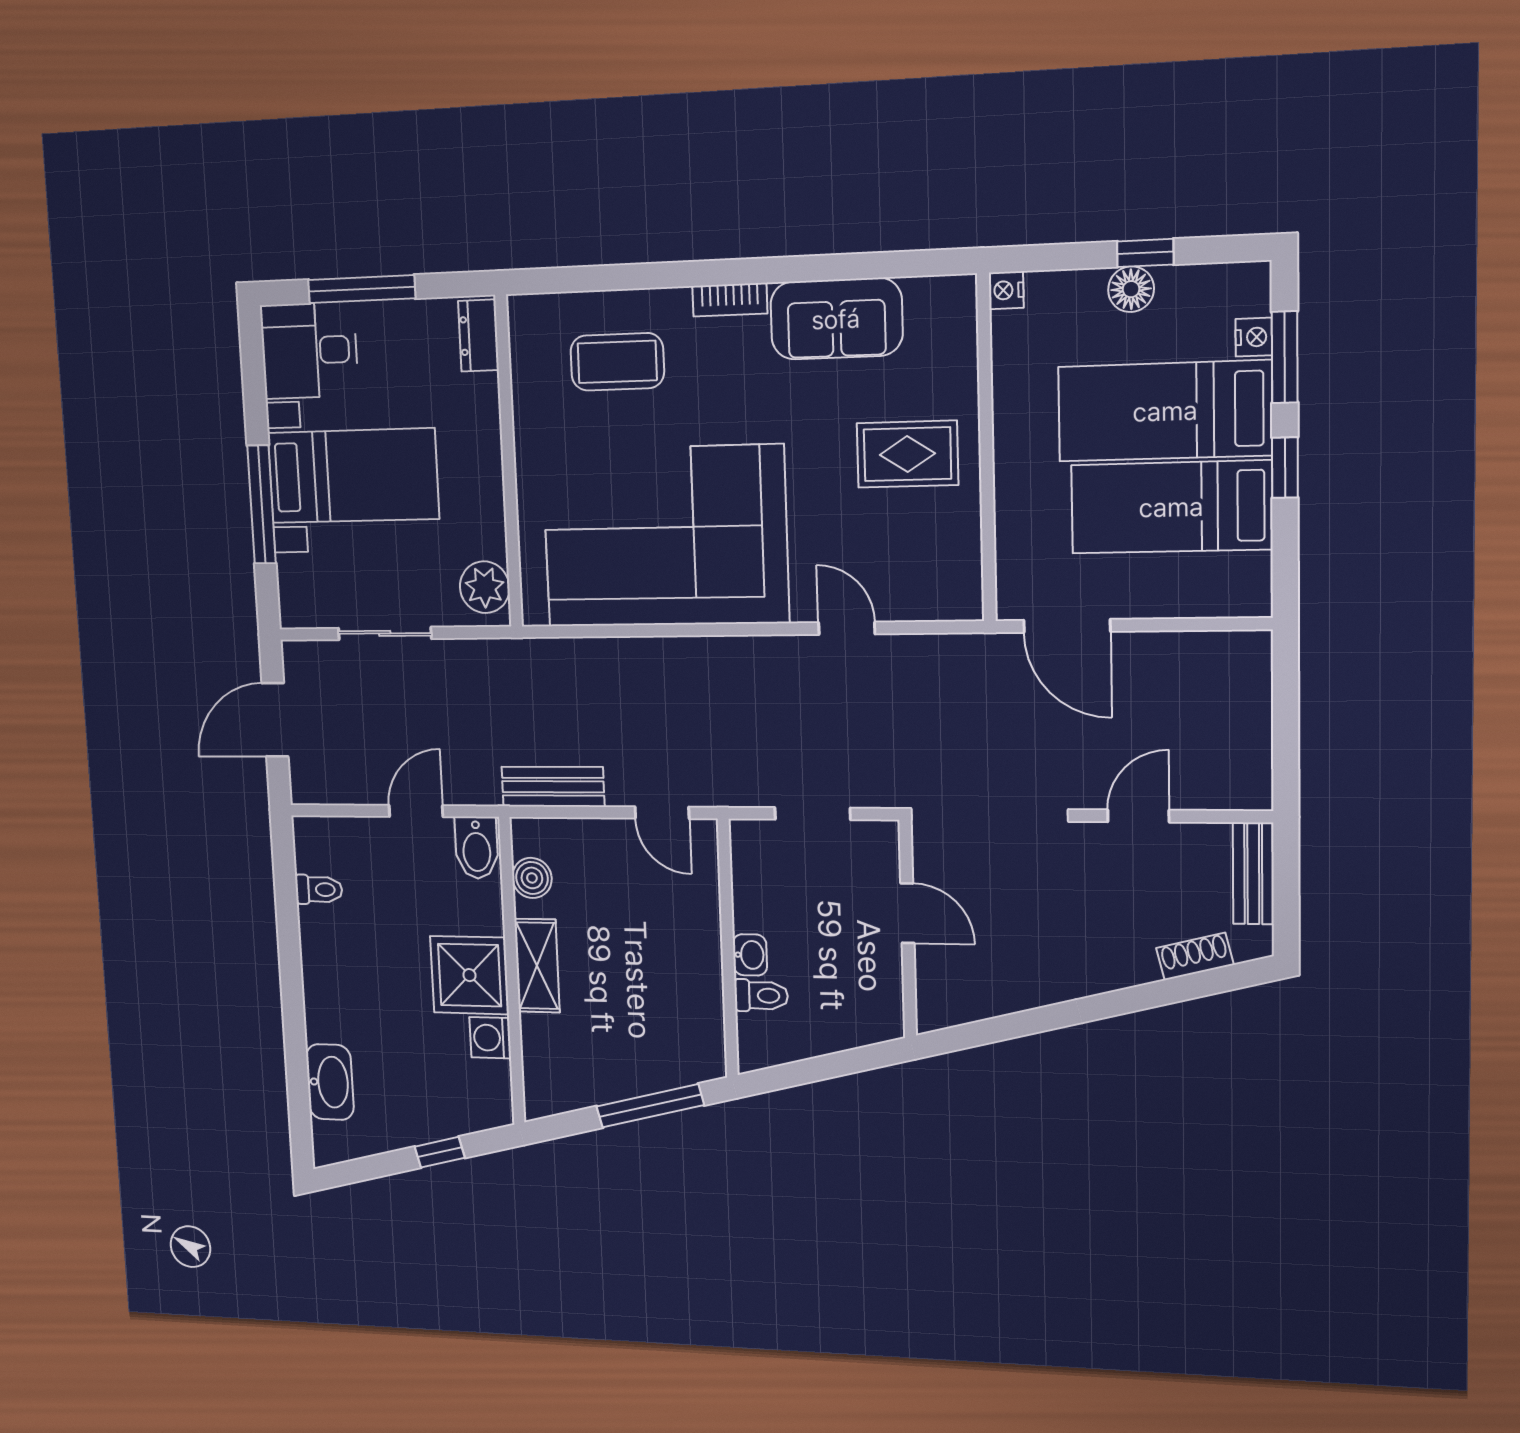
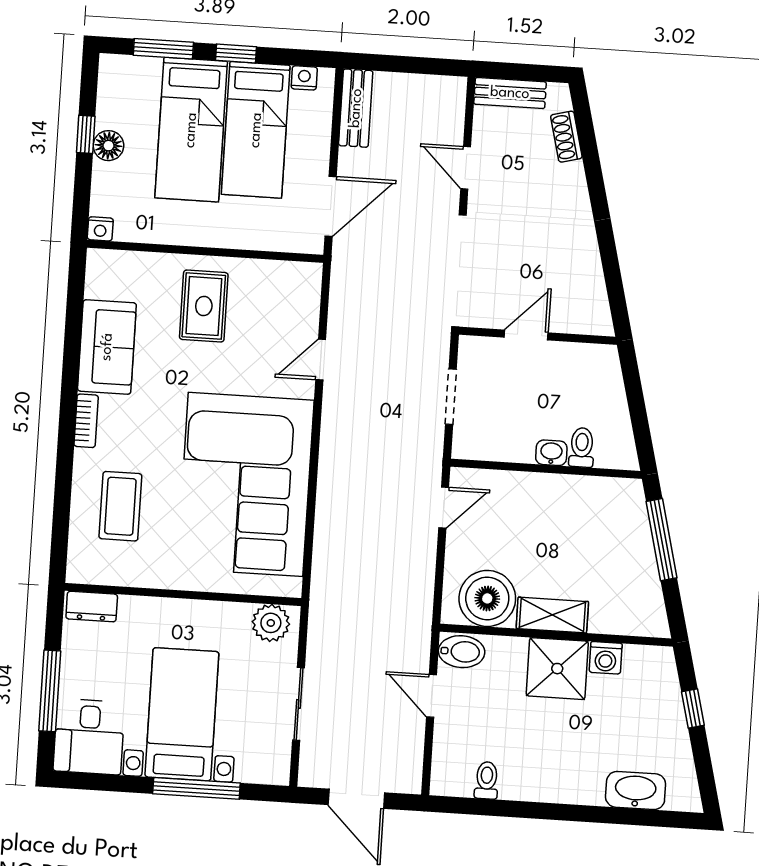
nightstand: (1254, 337) -> (304, 78), moved
bench: (553, 787) -> (356, 108), moved
boiler: (532, 878) -> (487, 598), width x1.86, depth x1.86

